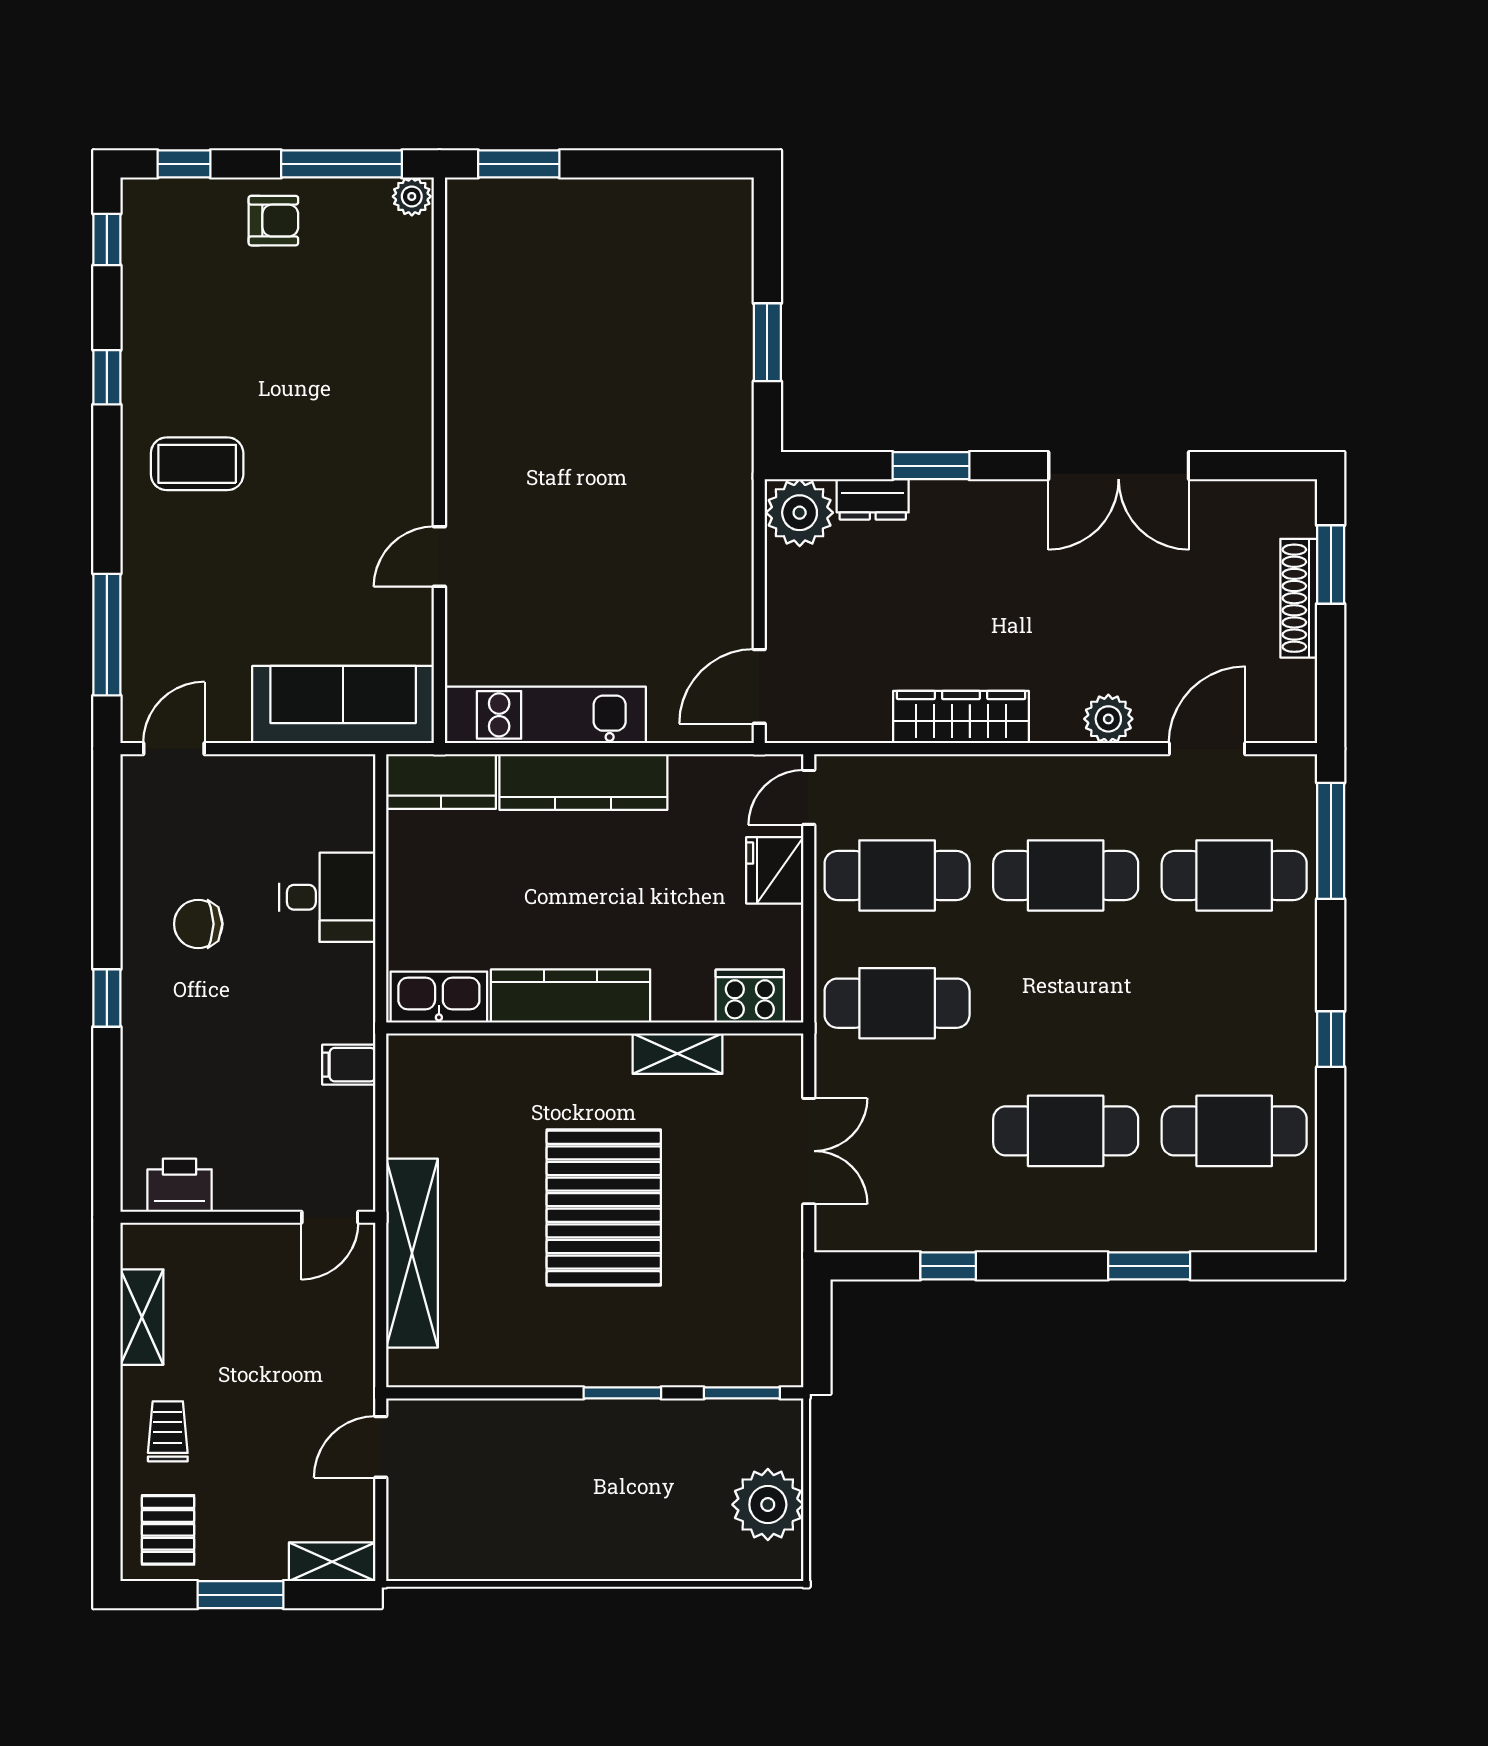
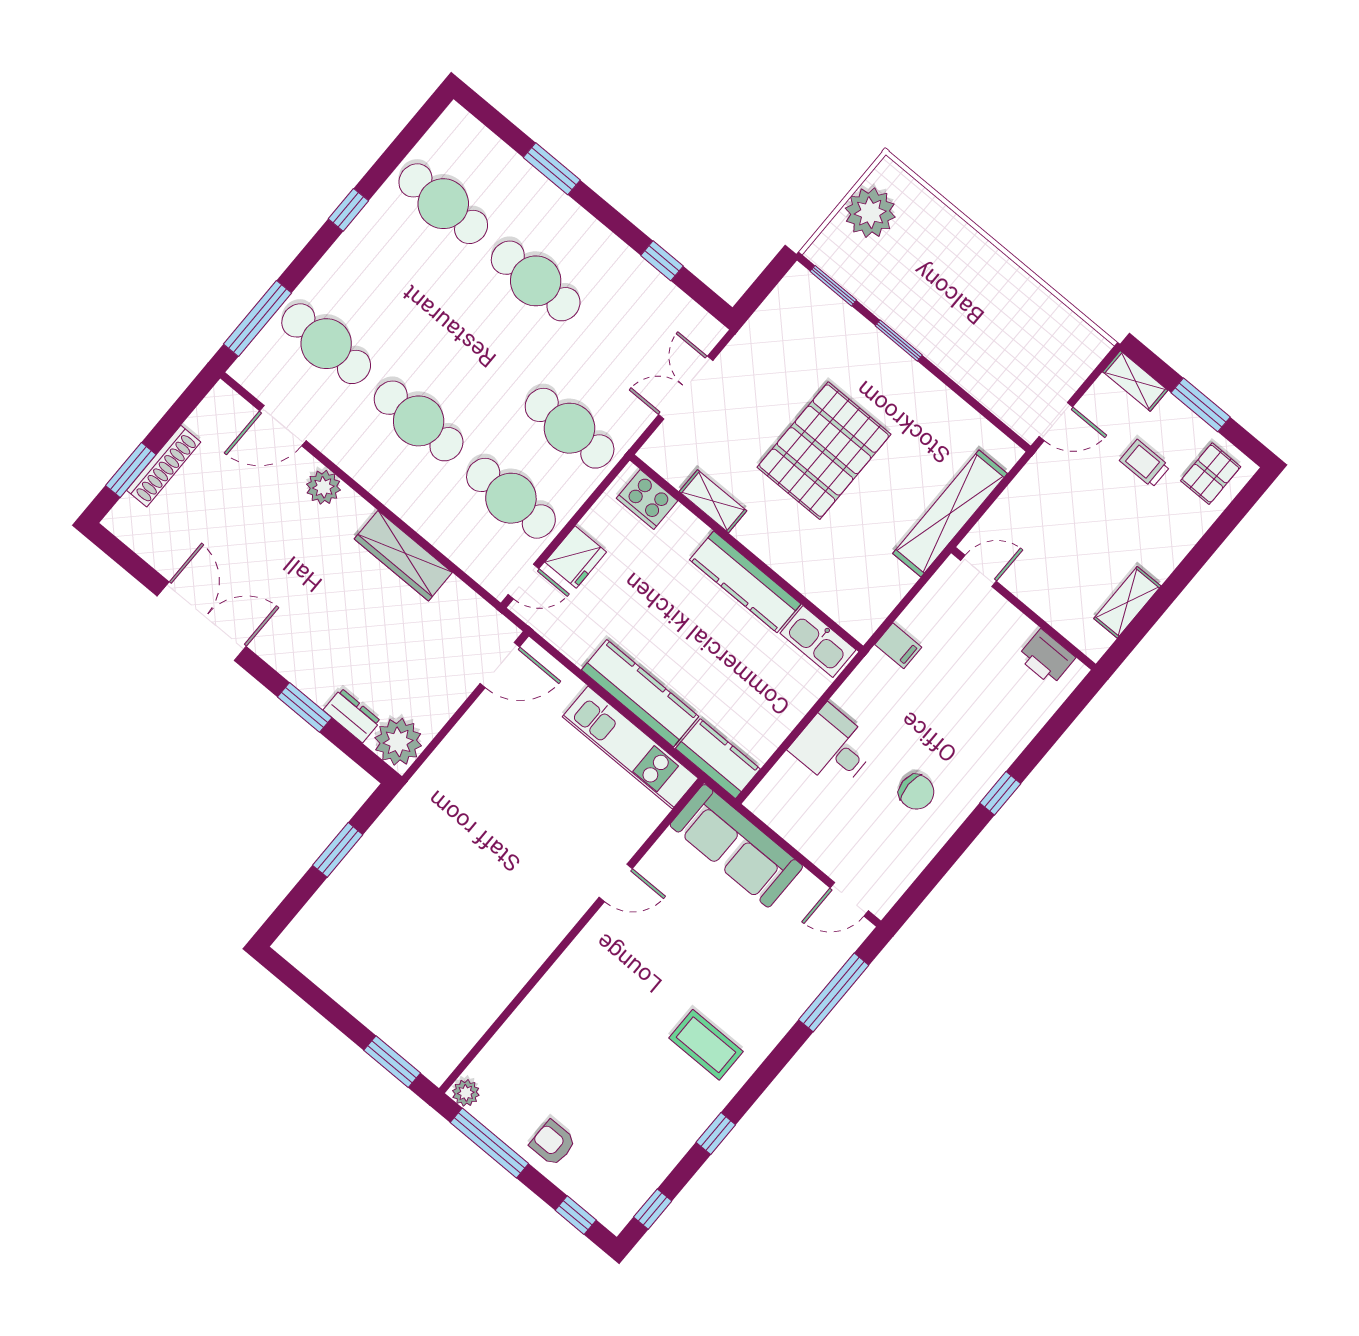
trolley: (168, 1431) -> (1145, 463), moved, turned 90

